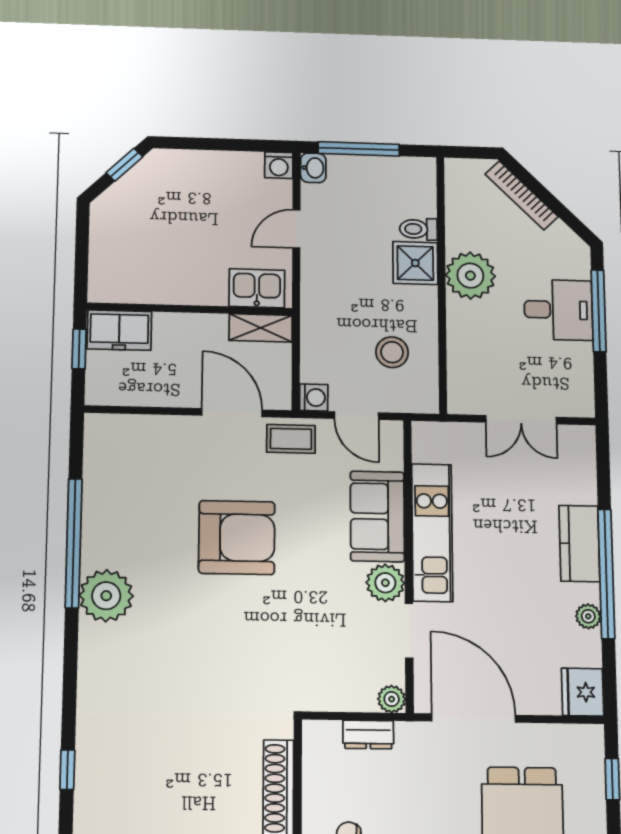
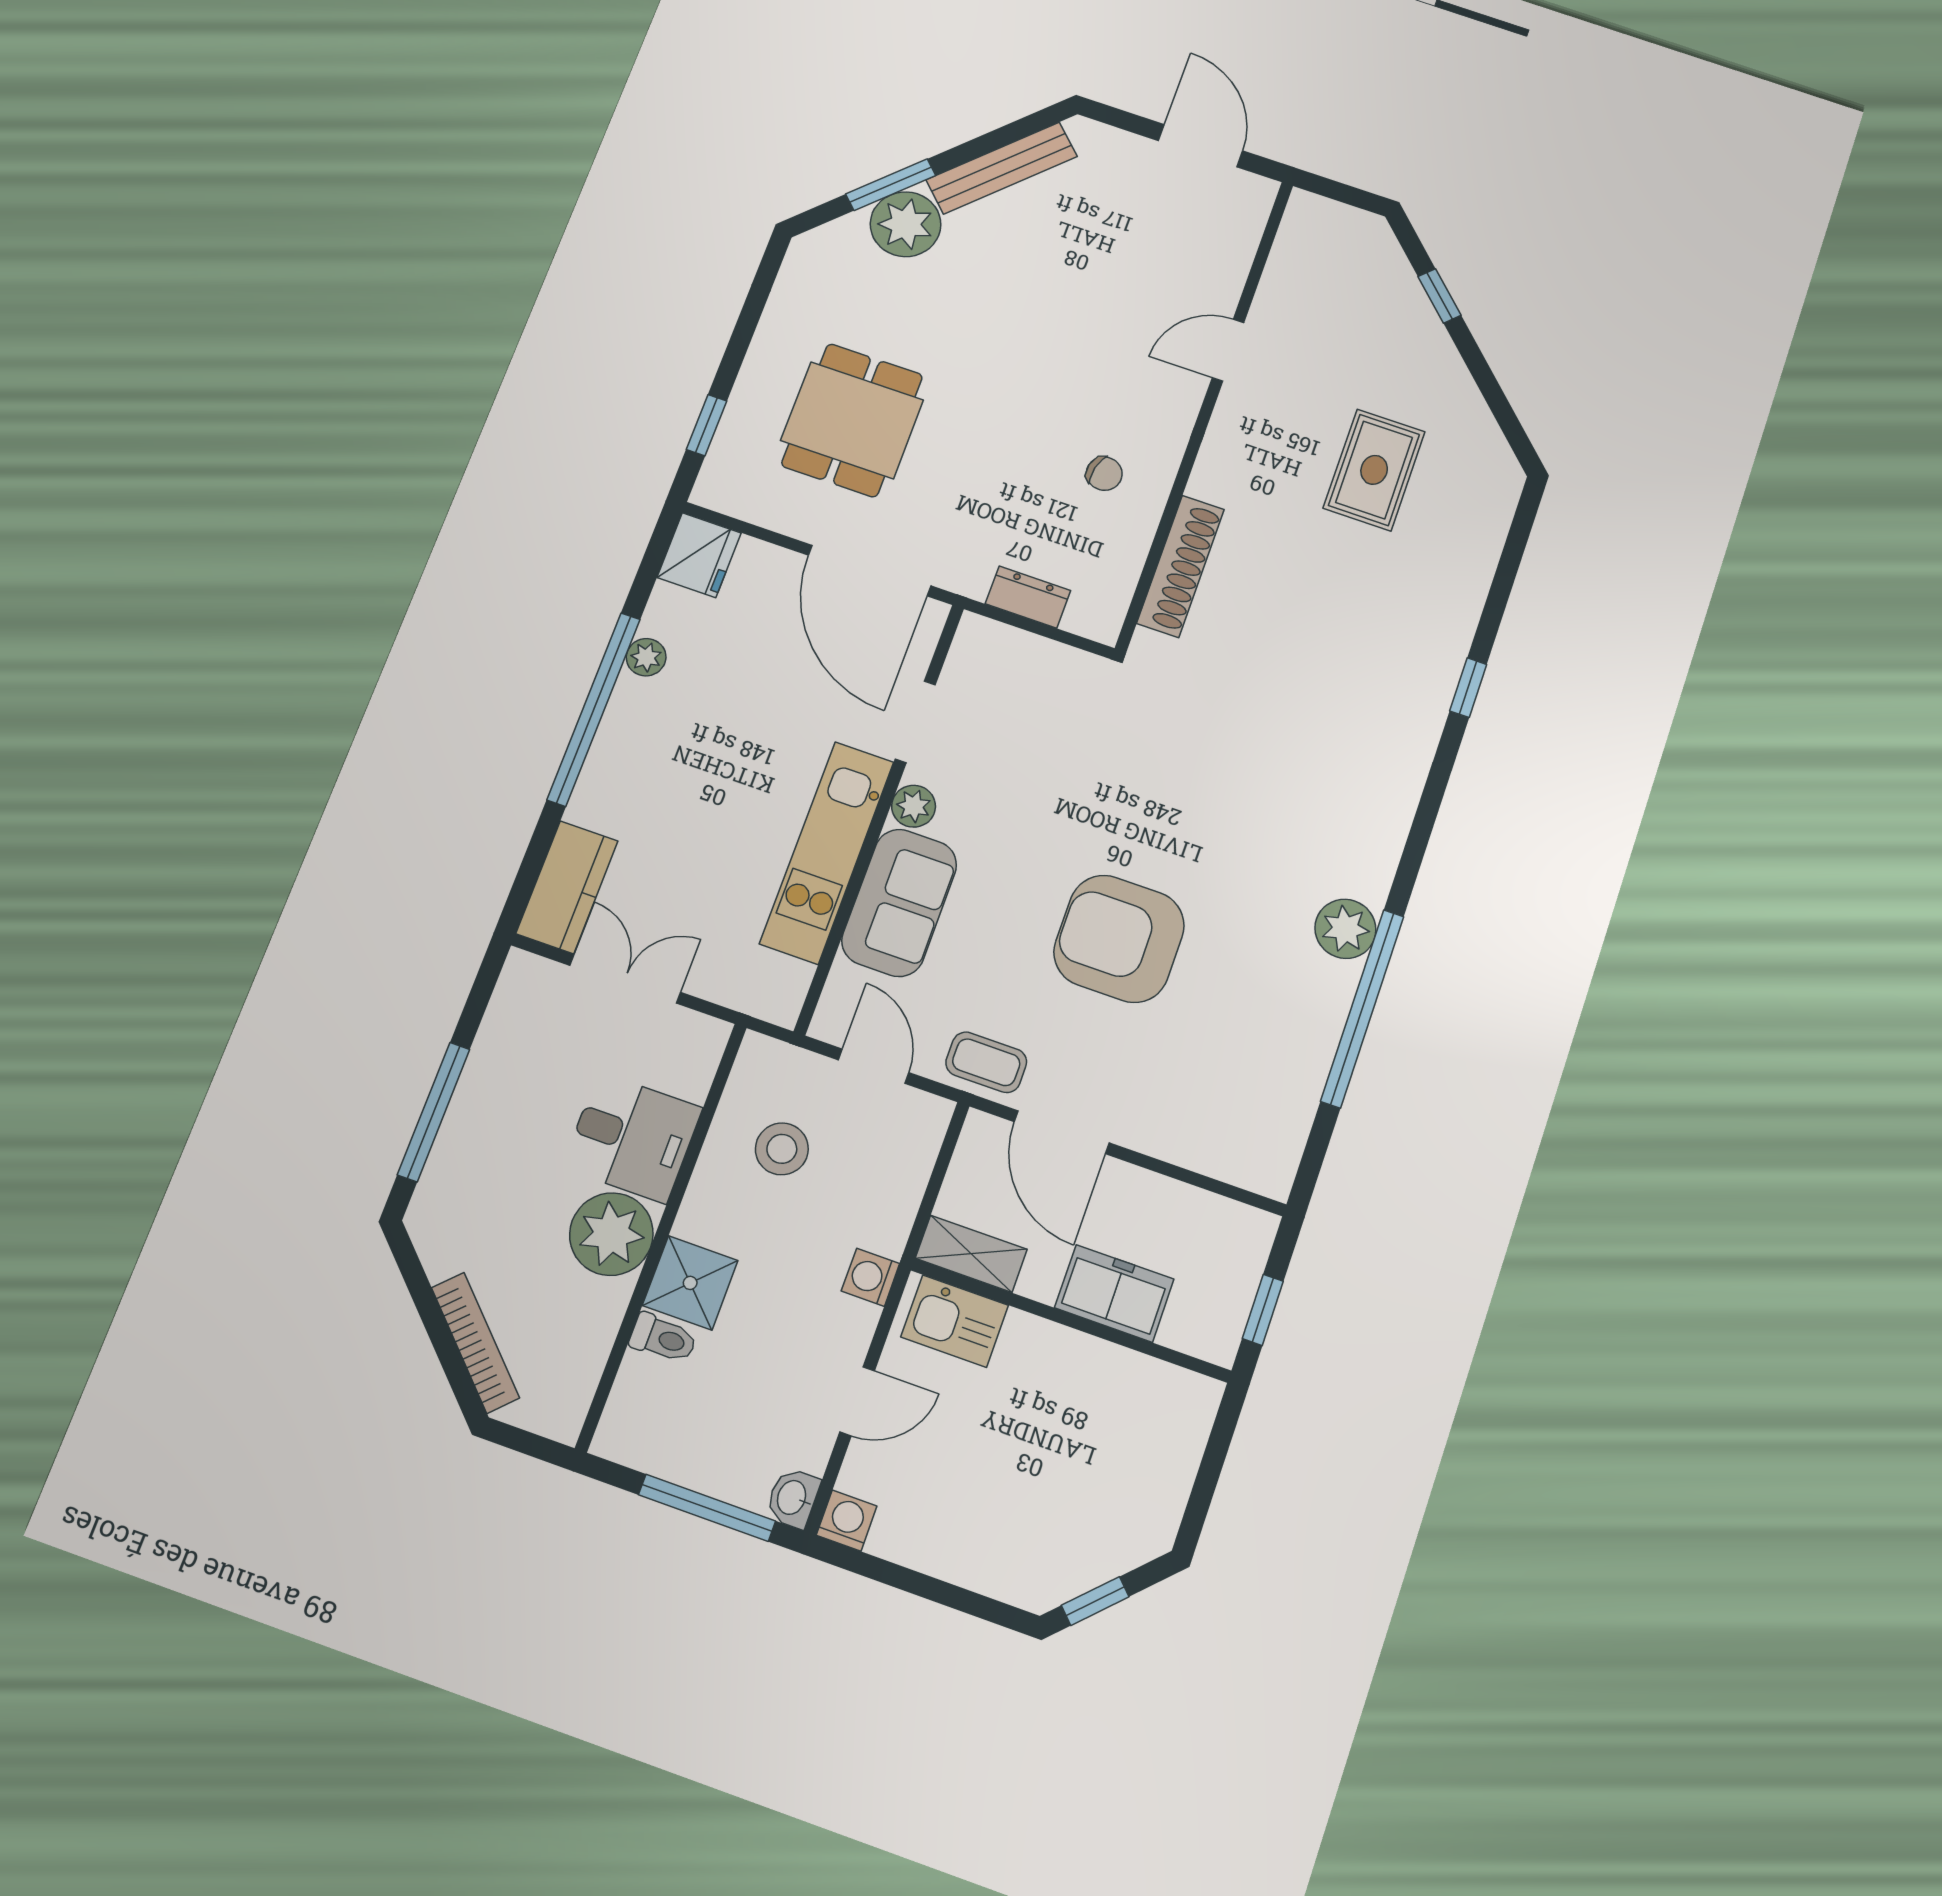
desk: (558, 310) -> (632, 1138), moved, turned 180
freezer: (119, 330) -> (1114, 1293), moved
washing machine: (314, 397) -> (871, 1277), moved
kitchen counter: (579, 544) -> (567, 887), moved
plant: (385, 583) -> (914, 806), width x0.73, depth x0.73
plant: (106, 596) -> (1345, 929), width x0.73, depth x0.73
plant: (392, 699) -> (977, 635), removed

